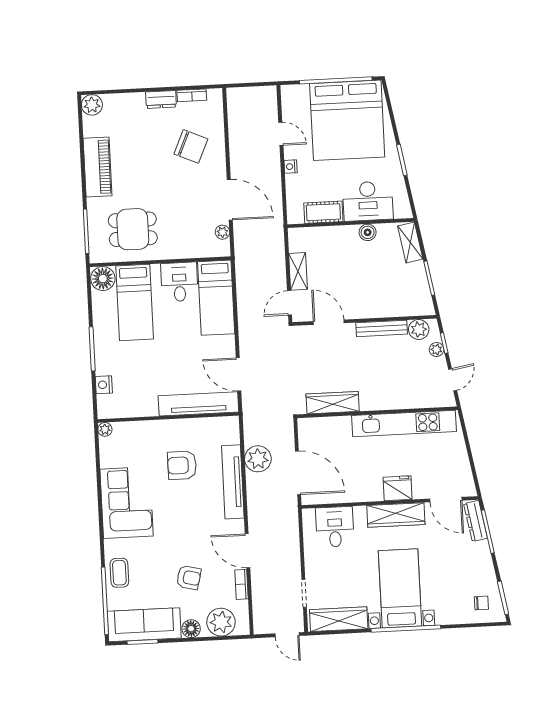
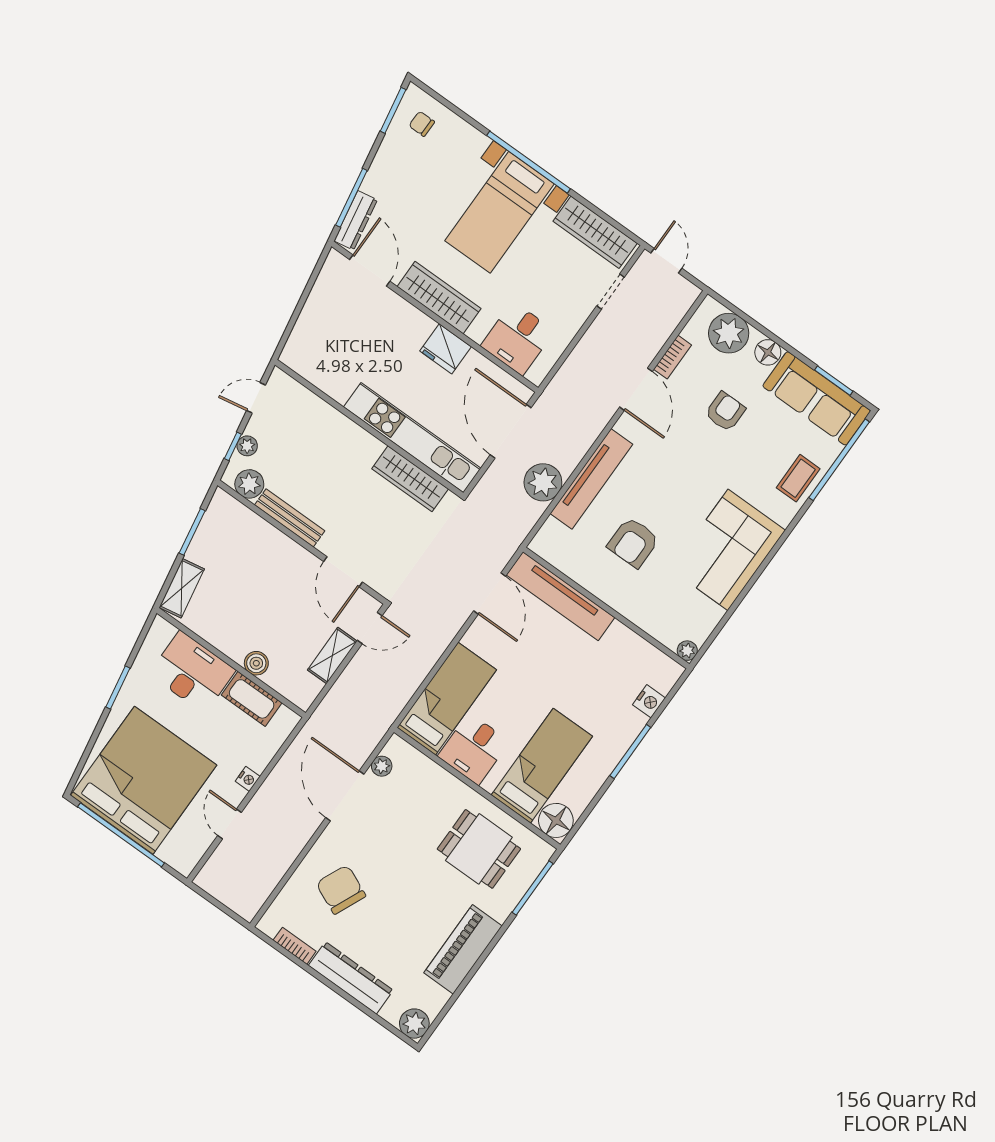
dresser: (161, 99) -> (351, 978), width x1.96, depth x1.24
boiler: (368, 232) -> (256, 663), moved
kitchen unit: (404, 423) -> (412, 438), moved
armchair: (182, 465) -> (633, 542), turned 90
fridge: (398, 488) -> (446, 349), moved
armchair: (189, 577) -> (725, 412), turned 76

